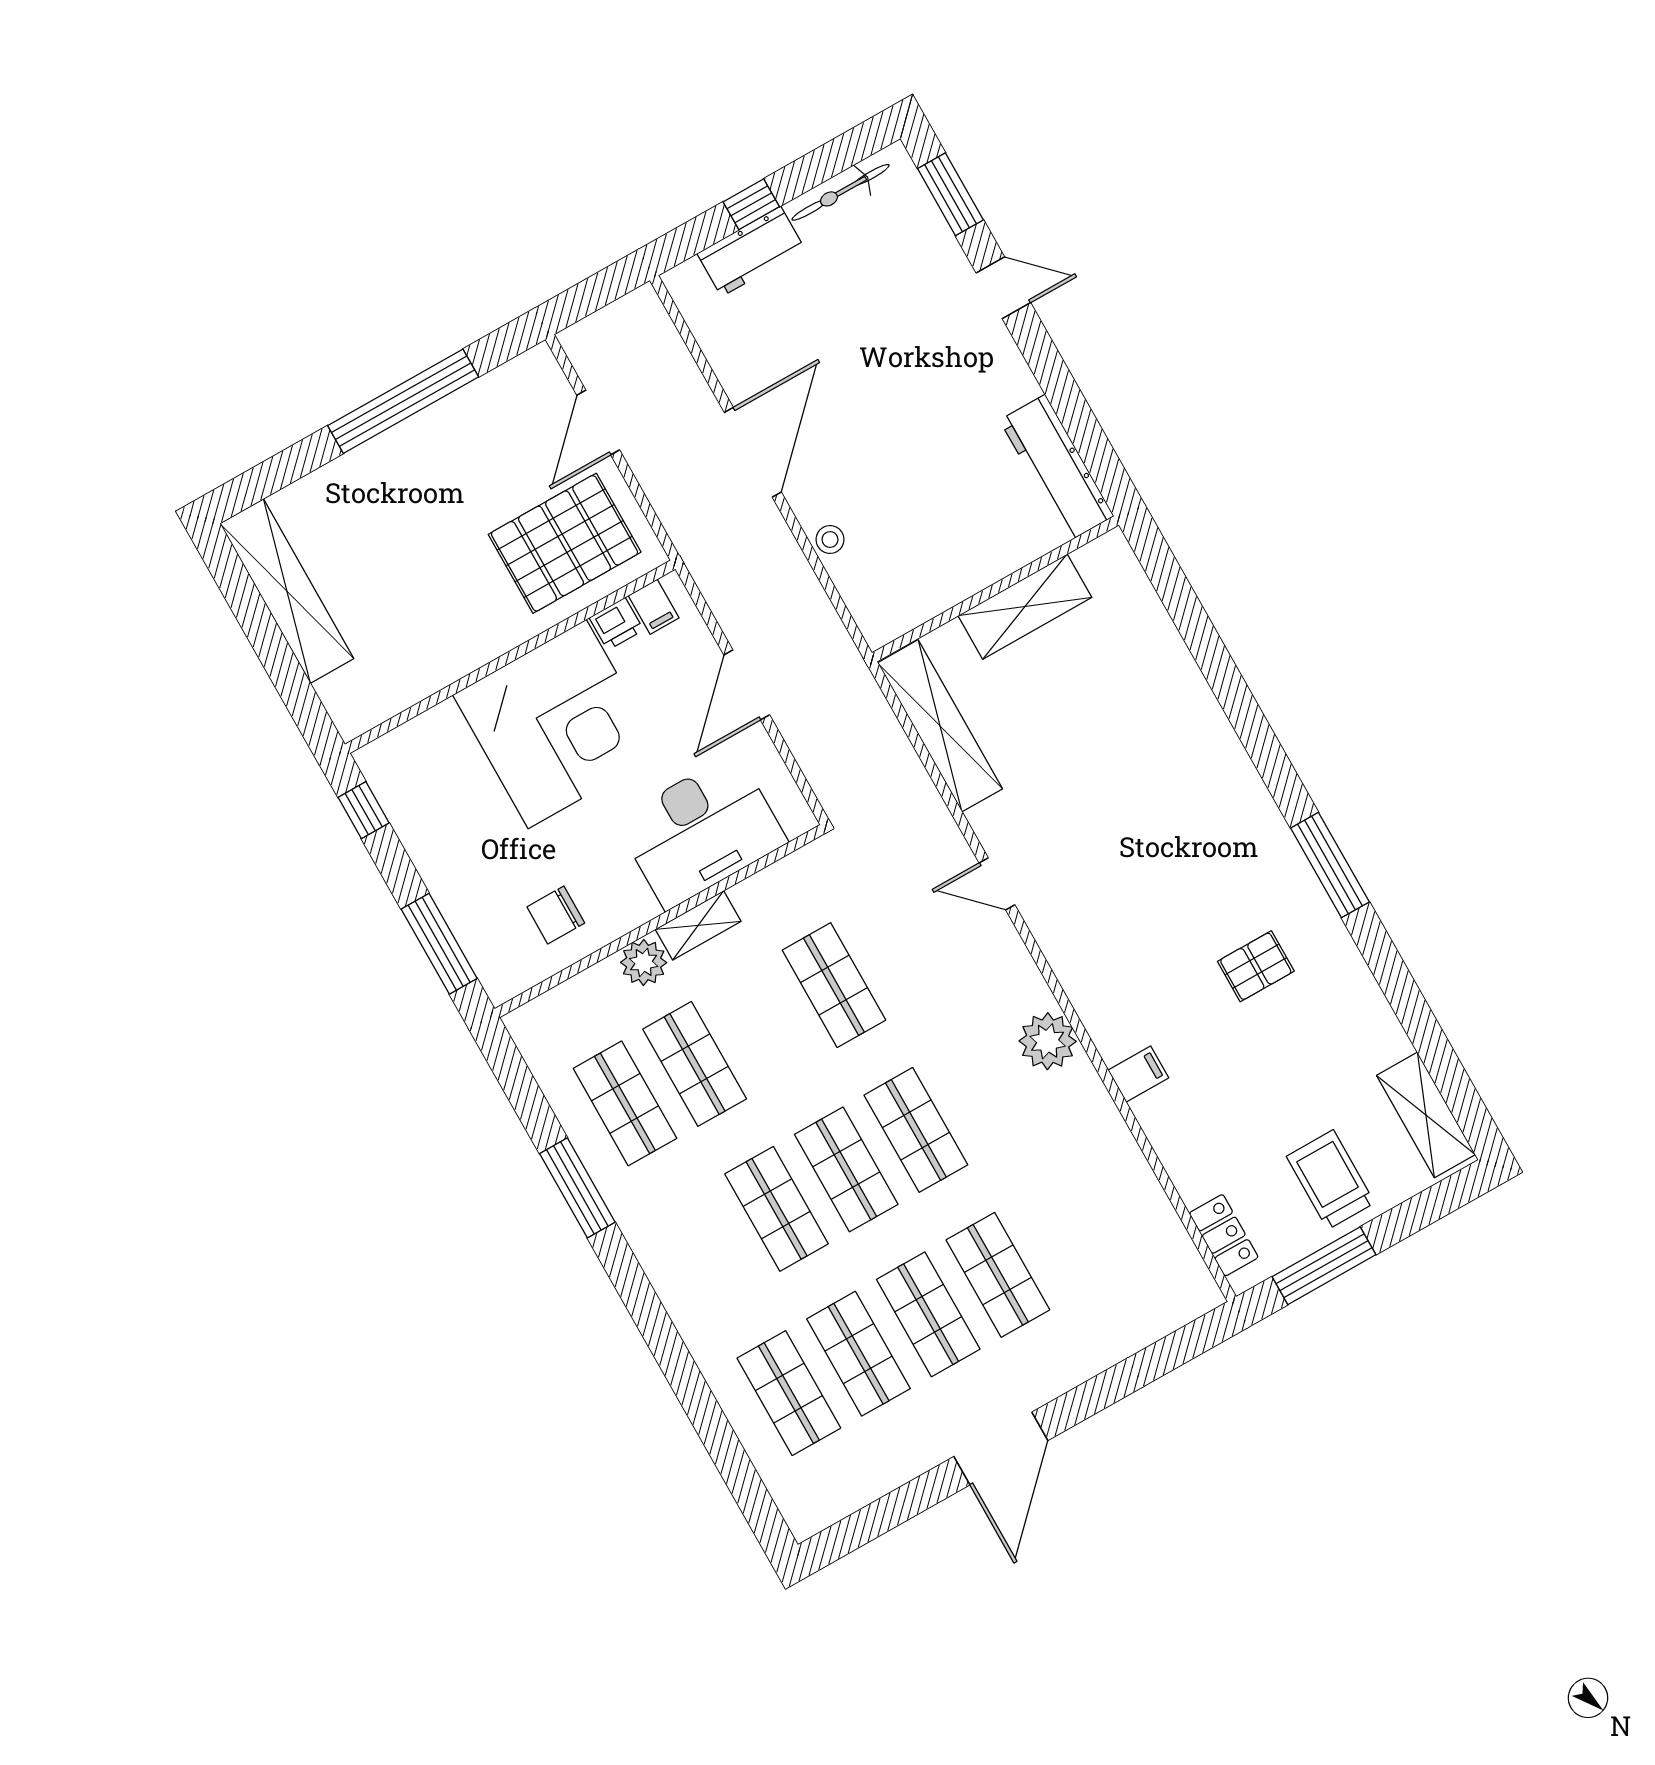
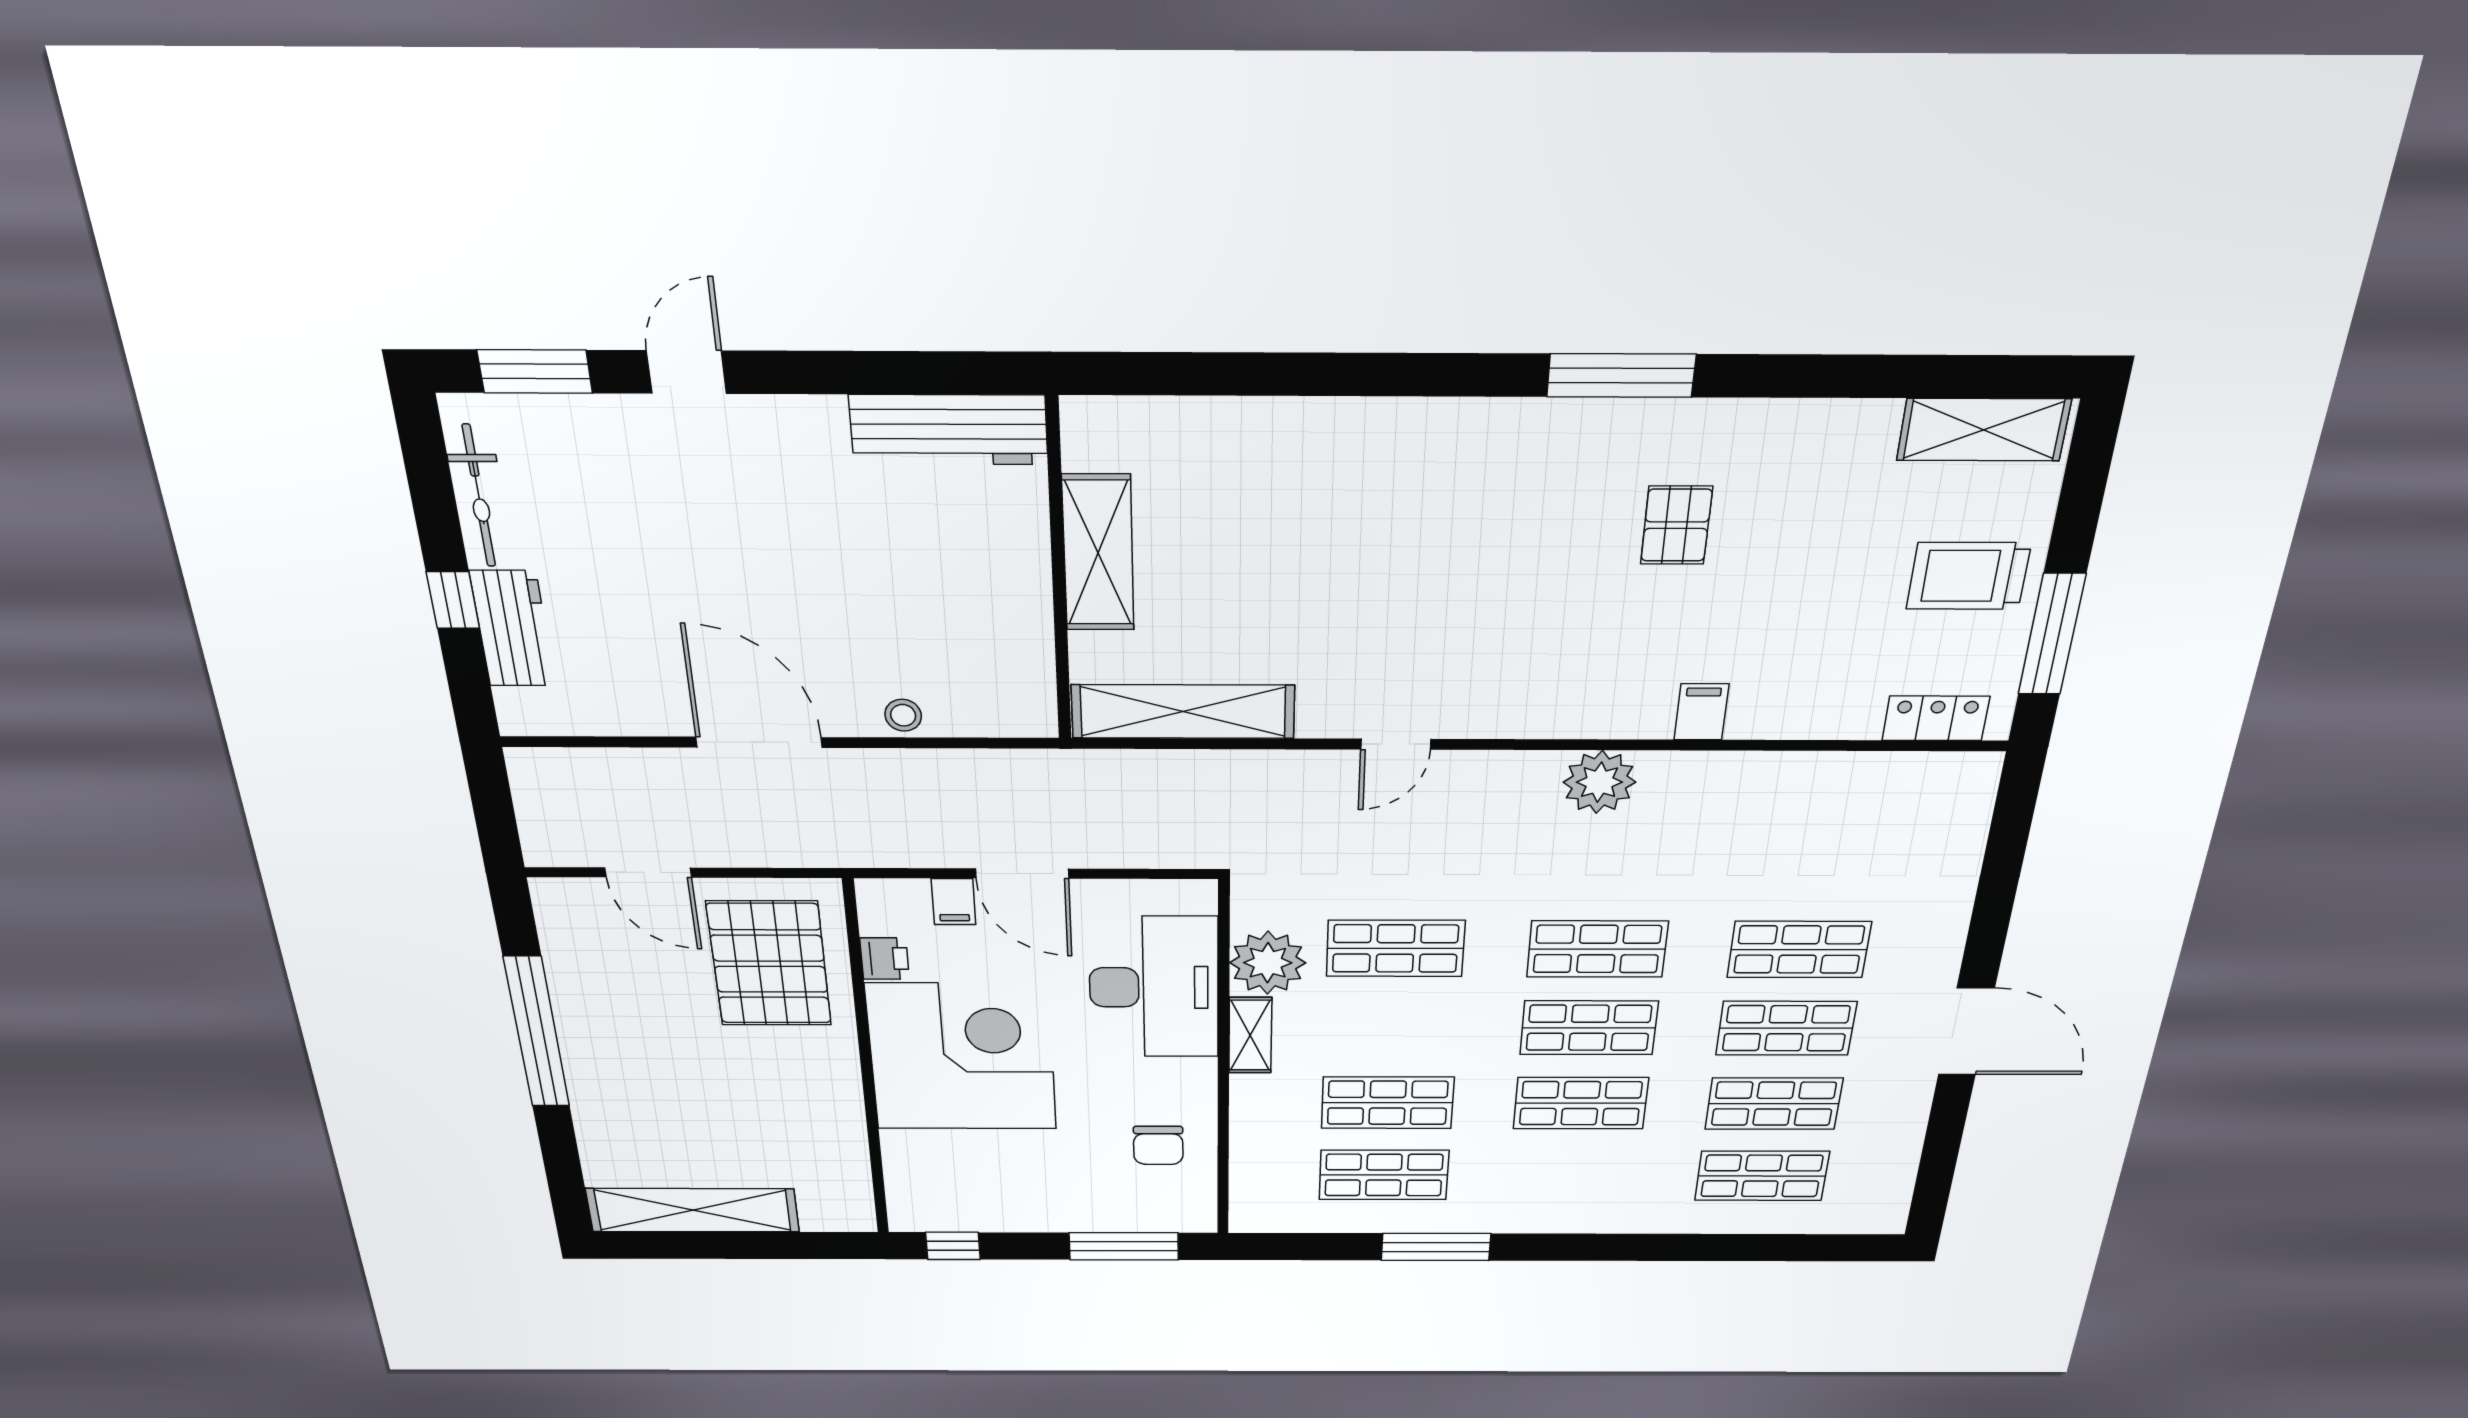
filing cabinet: (654, 607) -> (954, 902), moved, turned 90
plant: (644, 962) -> (1268, 963), moved, width x1.36, depth x1.36

